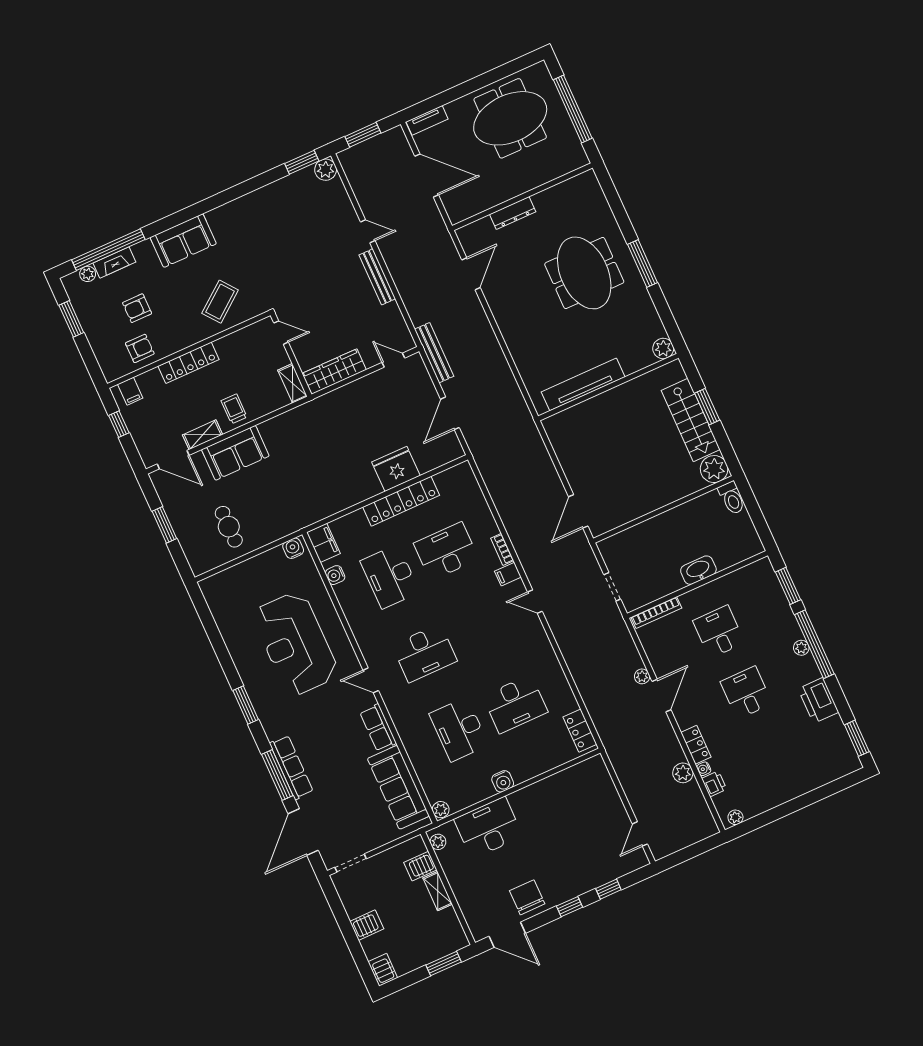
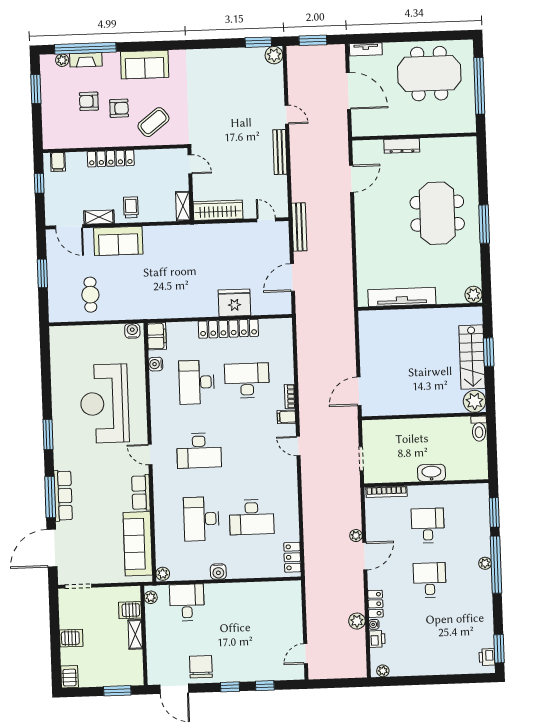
armchair: (140, 348) -> (119, 108), moved
printer: (818, 700) -> (487, 657), moved, width x0.53, depth x0.68
desk: (488, 828) -> (187, 602), width x0.73

